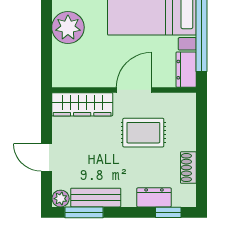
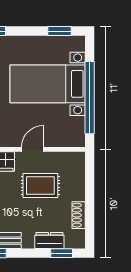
dresser: (186, 70) -> (77, 132), removed
door: (134, 90) -> (32, 149), width x0.73

